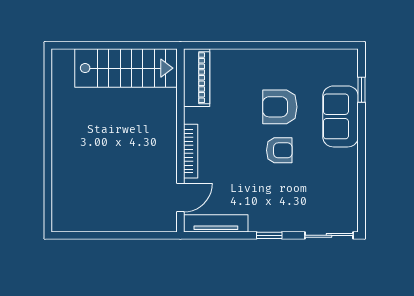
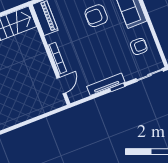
armchair: (279, 150) -> (139, 46), moved
tv unit: (216, 223) -> (106, 84), moved

